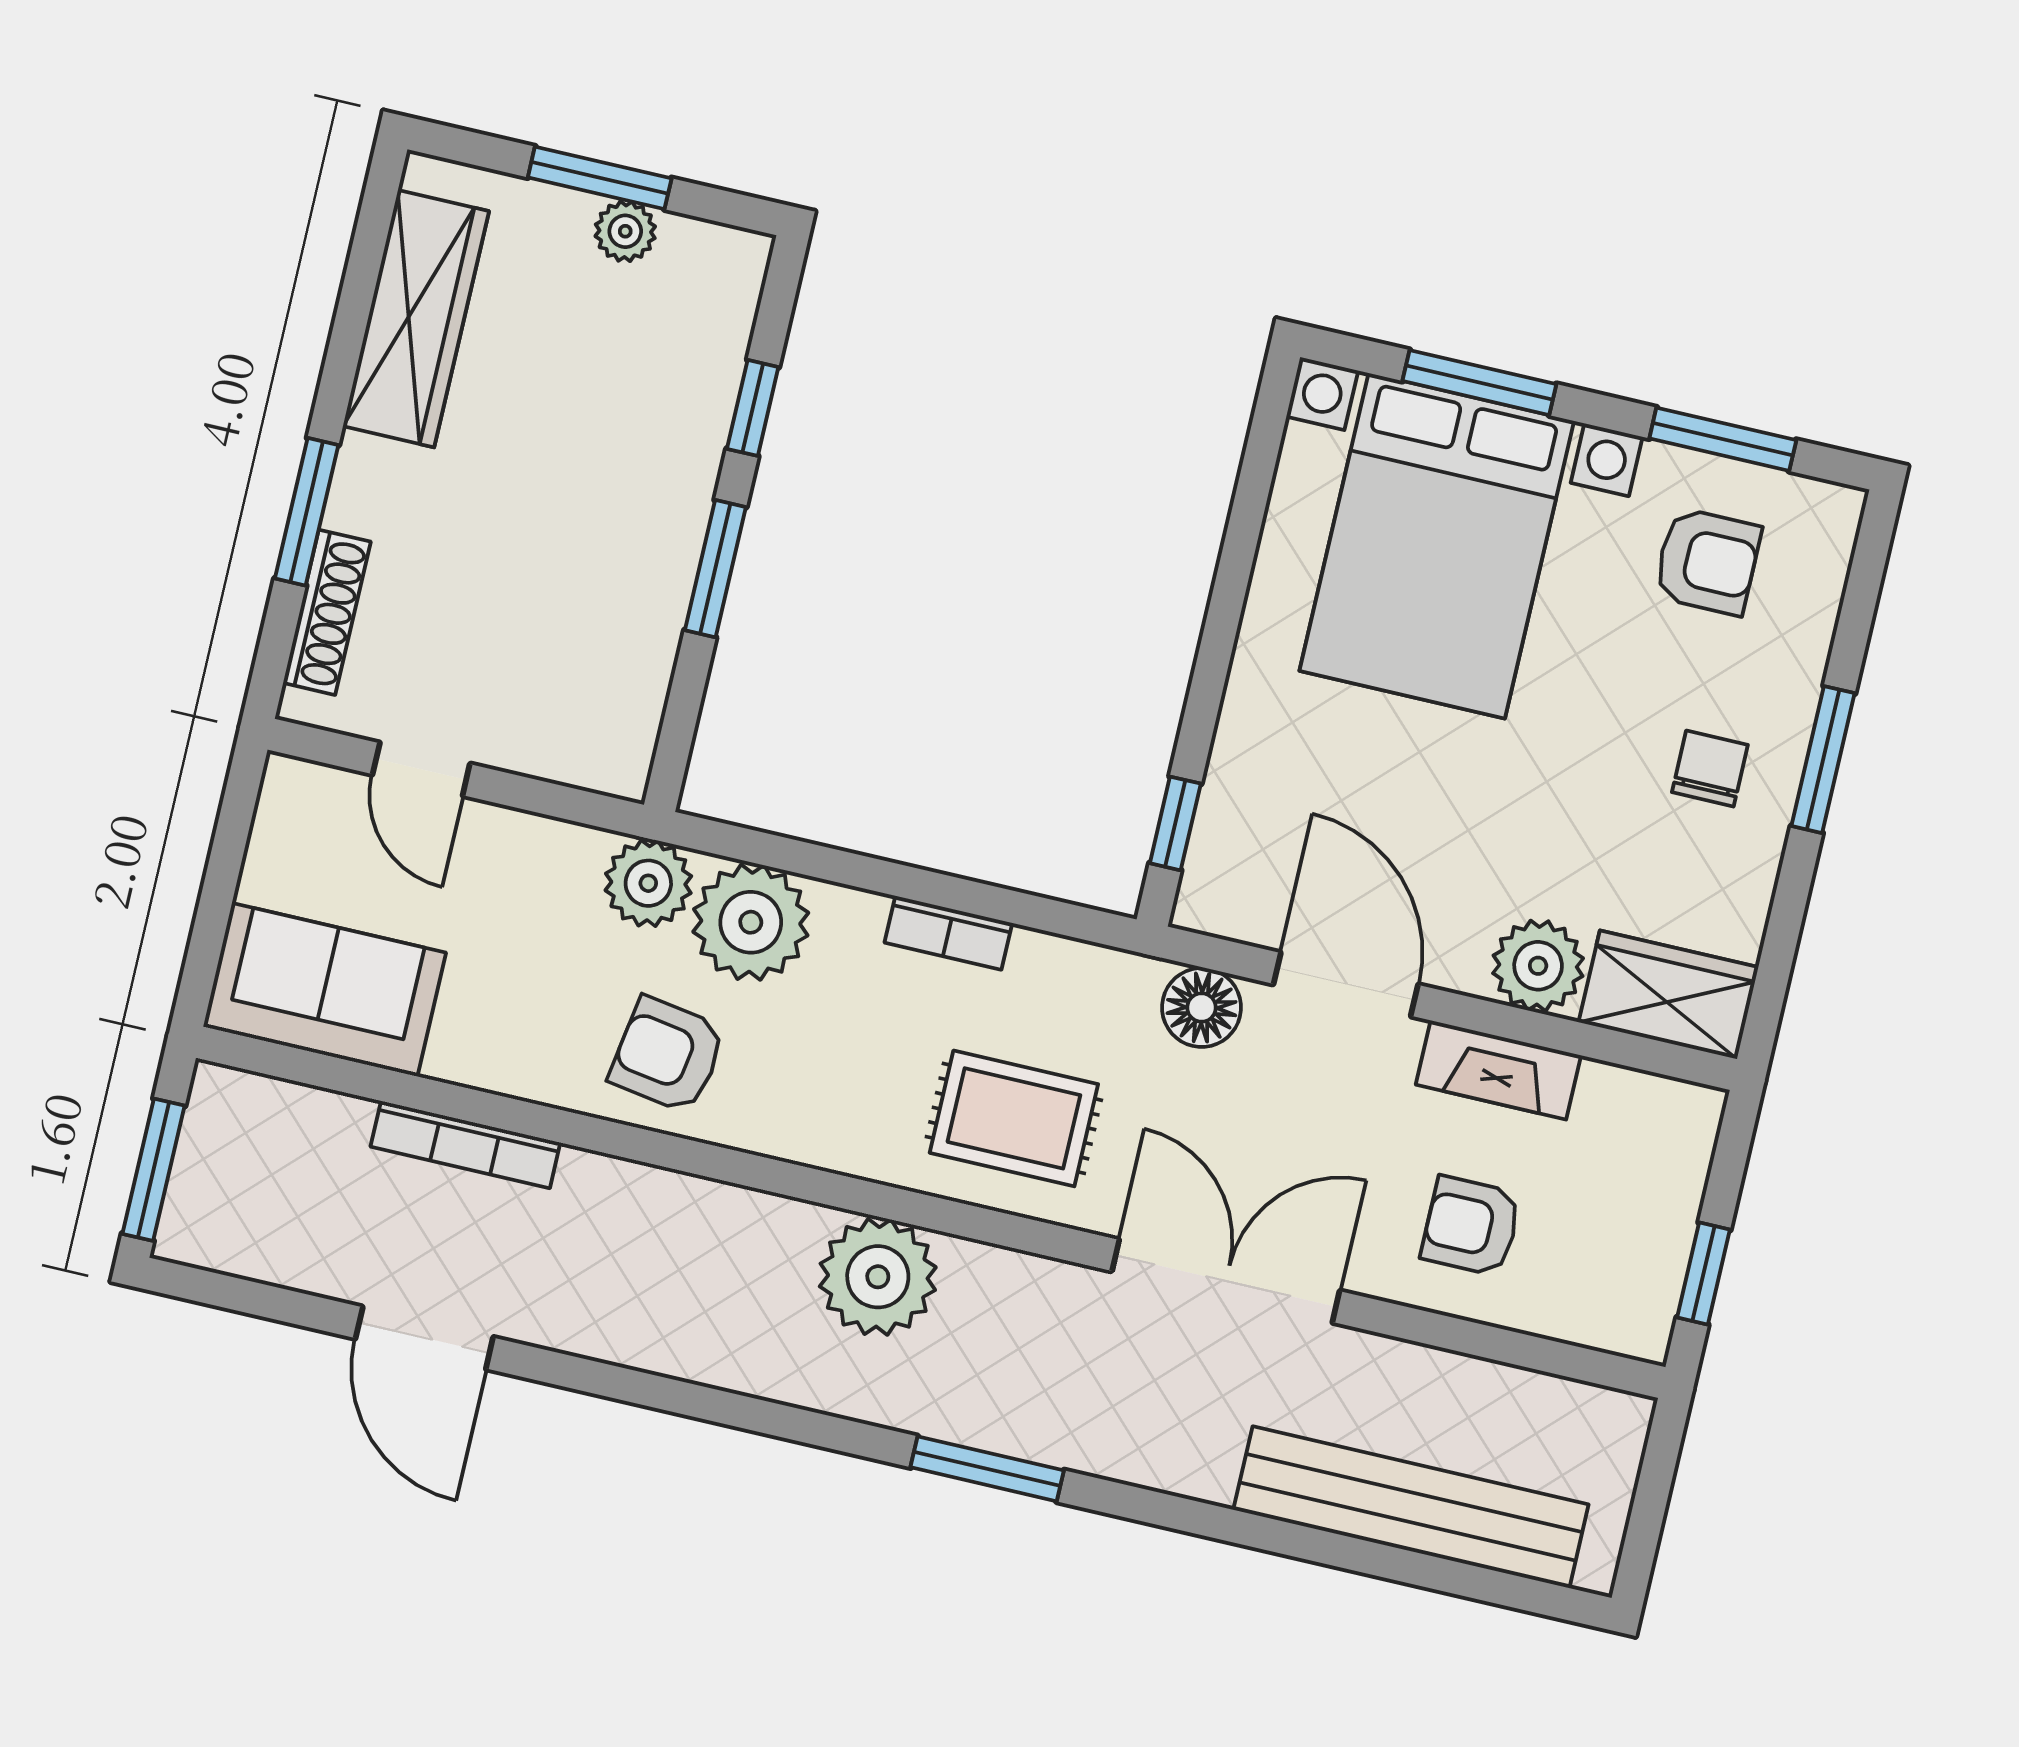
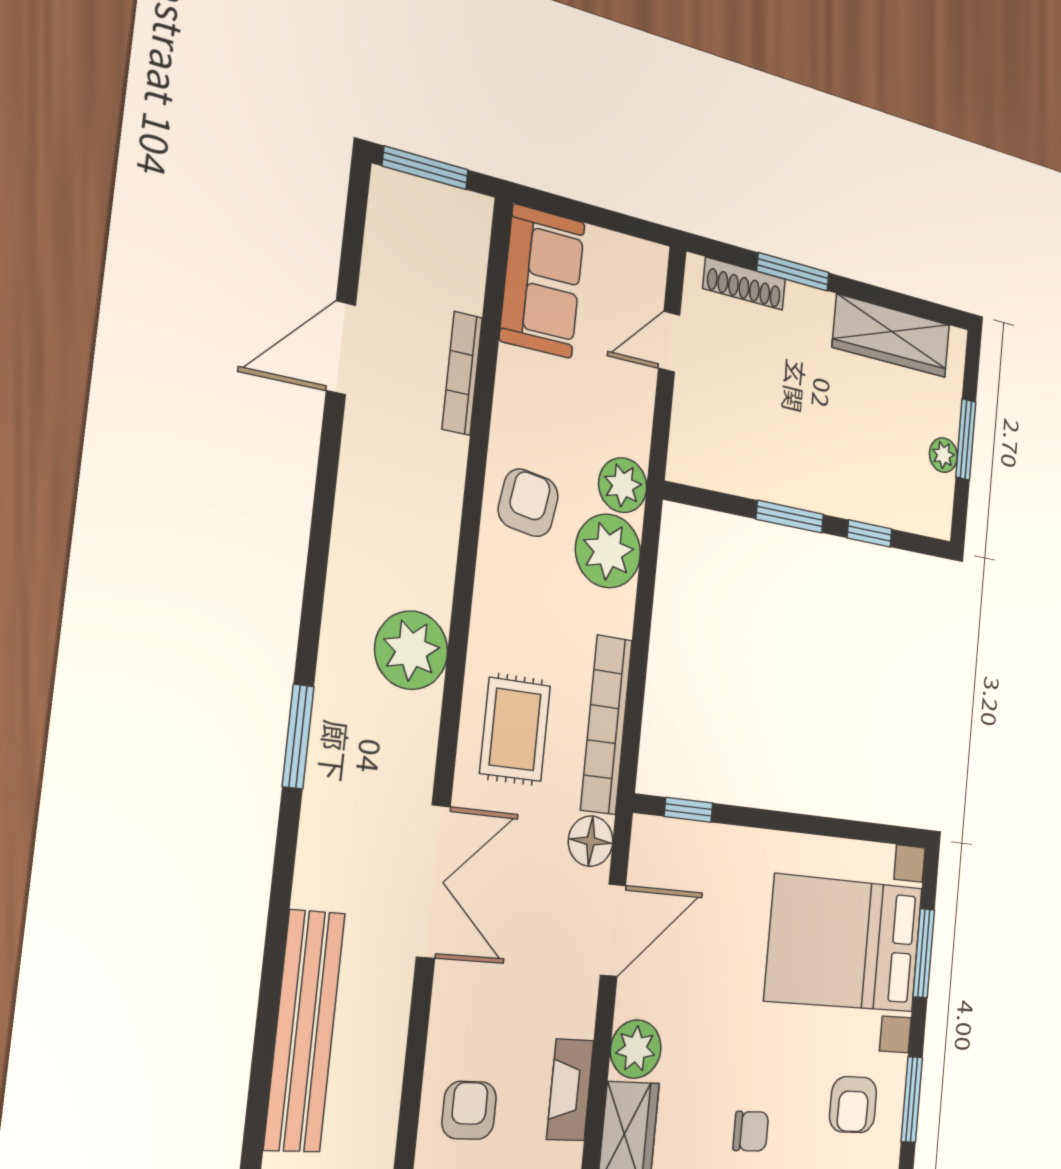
bookcase: (948, 933) -> (606, 725), width x2.31, depth x1.31
fireplace: (1498, 1070) -> (570, 1090), moved
armchair: (1471, 1226) -> (469, 1110), moved

